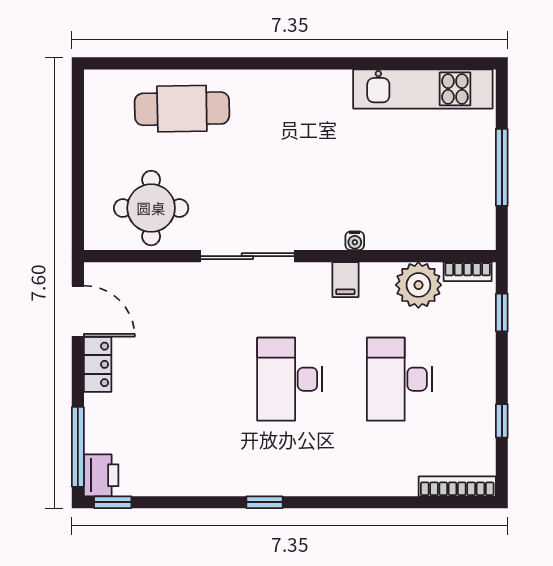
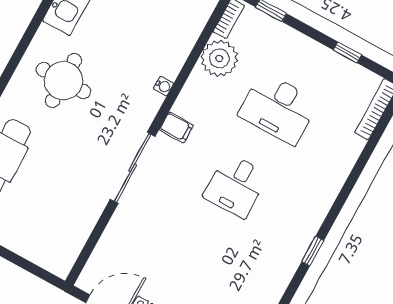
round table: (151, 208) -> (64, 81), moved
filing cabinet: (345, 280) -> (176, 127), moved
desk: (290, 379) -> (236, 186), width x0.73

